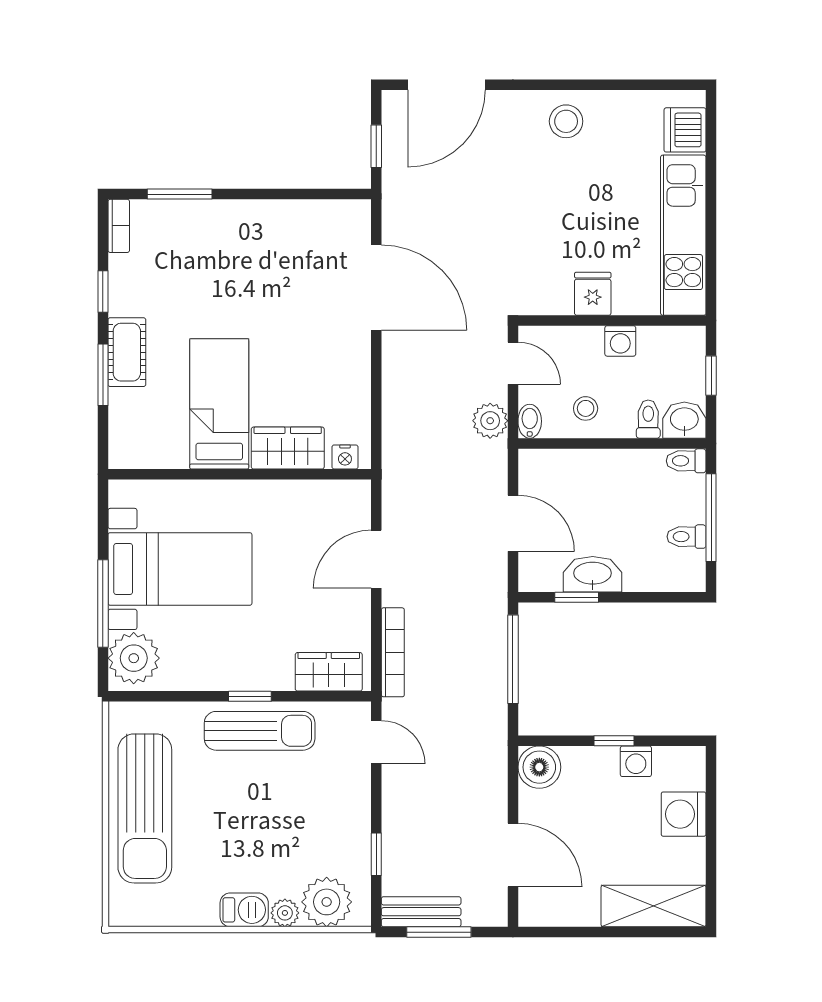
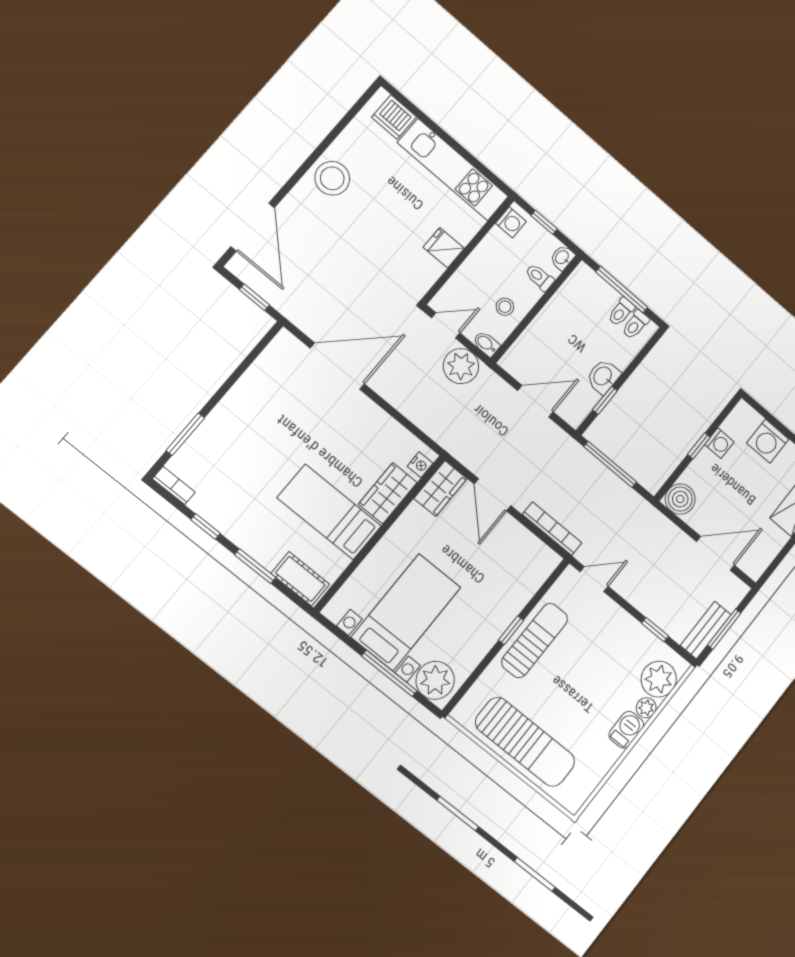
stool: (566, 121) -> (332, 178), width x1.38, depth x1.38
washing machine: (620, 341) -> (511, 222), moved
cot: (127, 352) -> (300, 579), moved
washbasin: (684, 420) -> (562, 257), width x0.72, depth x0.69
plant: (490, 421) -> (461, 366), width x1.36, depth x1.36
toilet: (686, 461) -> (635, 325), moved
washbasin: (593, 574) -> (603, 376), width x0.72
wardrobe: (329, 672) -> (440, 489), moved, turned 180

